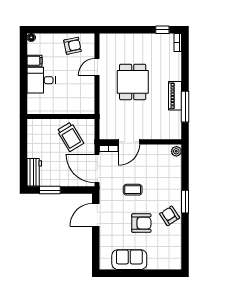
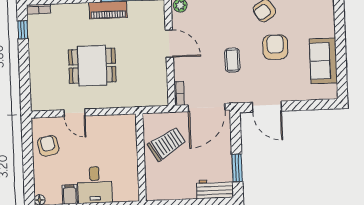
door: (129, 142) -> (169, 44), moved

